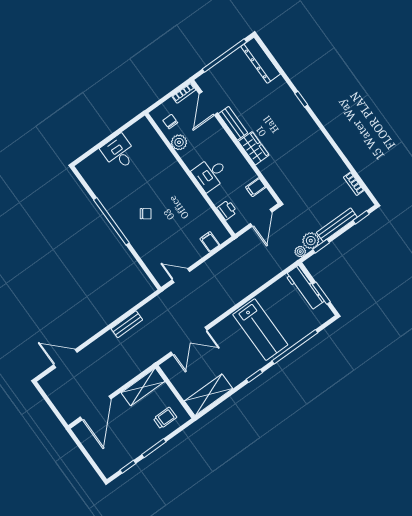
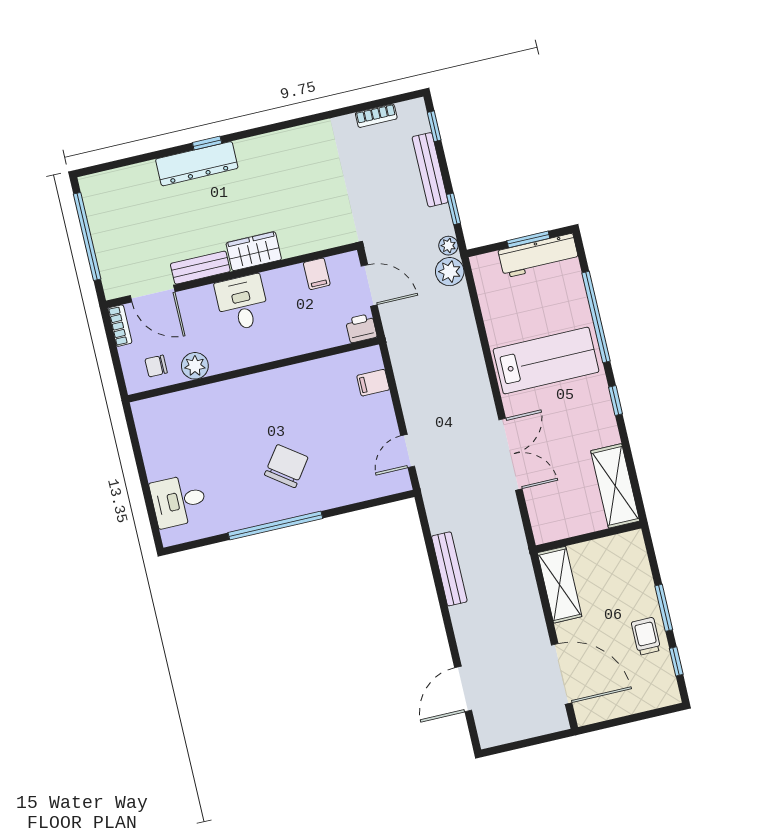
dresser: (261, 60) -> (197, 164), moved
desk: (119, 152) -> (179, 501), moved
desk: (210, 174) -> (242, 303), moved, turned 180
printer: (227, 210) -> (361, 328), moved
chair: (146, 214) -> (286, 466), width x1.87, depth x1.87
plant: (311, 241) -> (450, 272), moved
workbench: (305, 288) -> (539, 256), moved
bench: (127, 324) -> (449, 569), width x1.36
double door: (189, 341) -> (511, 454), moved
trolley: (165, 418) -> (646, 636), moved

